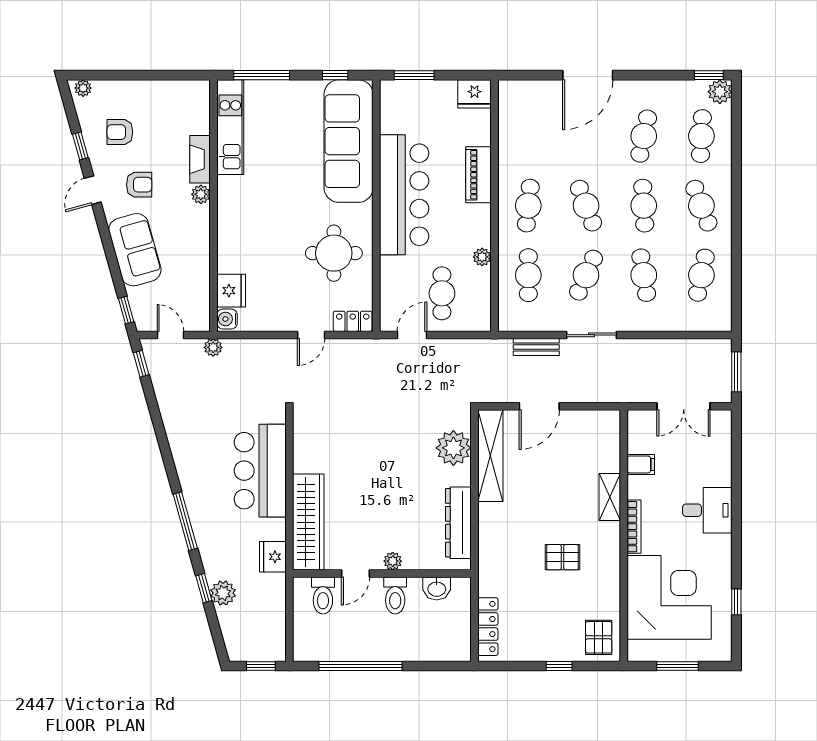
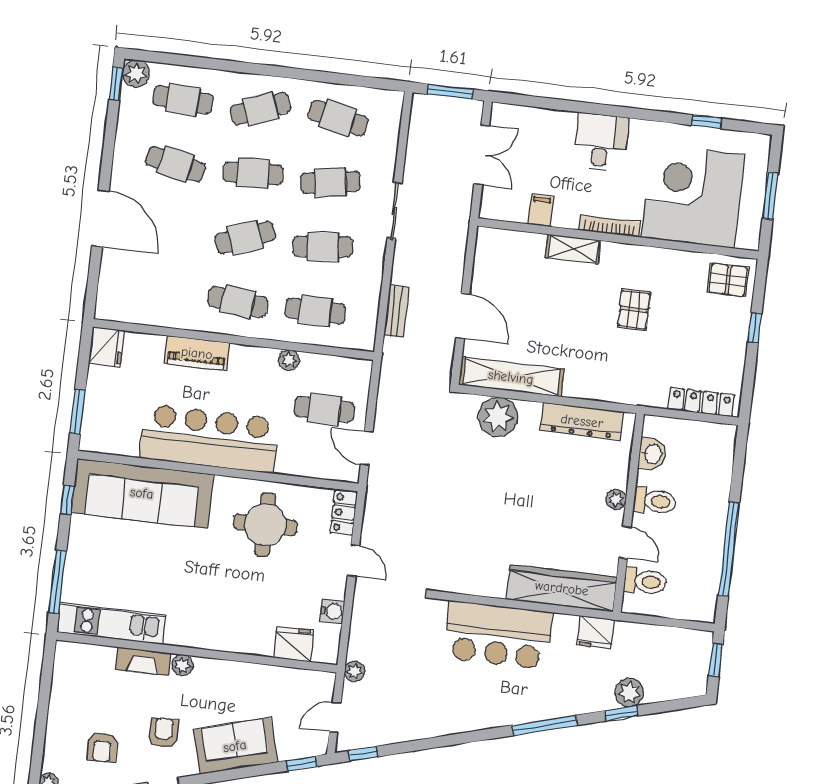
cafe table: (586, 275) -> (323, 247), turned -30
water cooler: (227, 319) -> (332, 611), moved, turned -90
sliding door: (591, 335) -> (395, 211), moved

